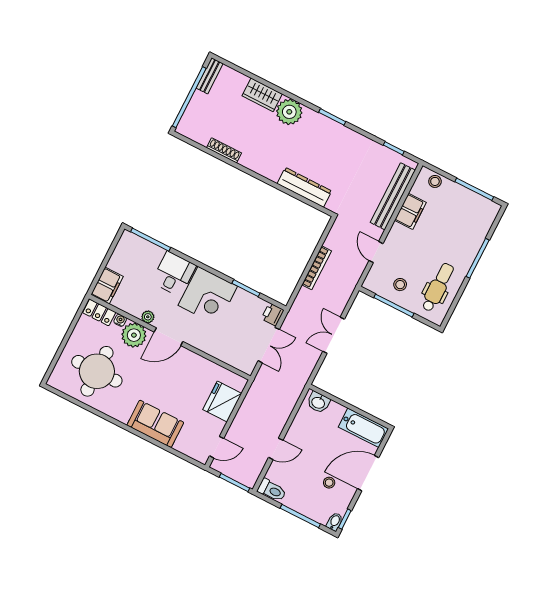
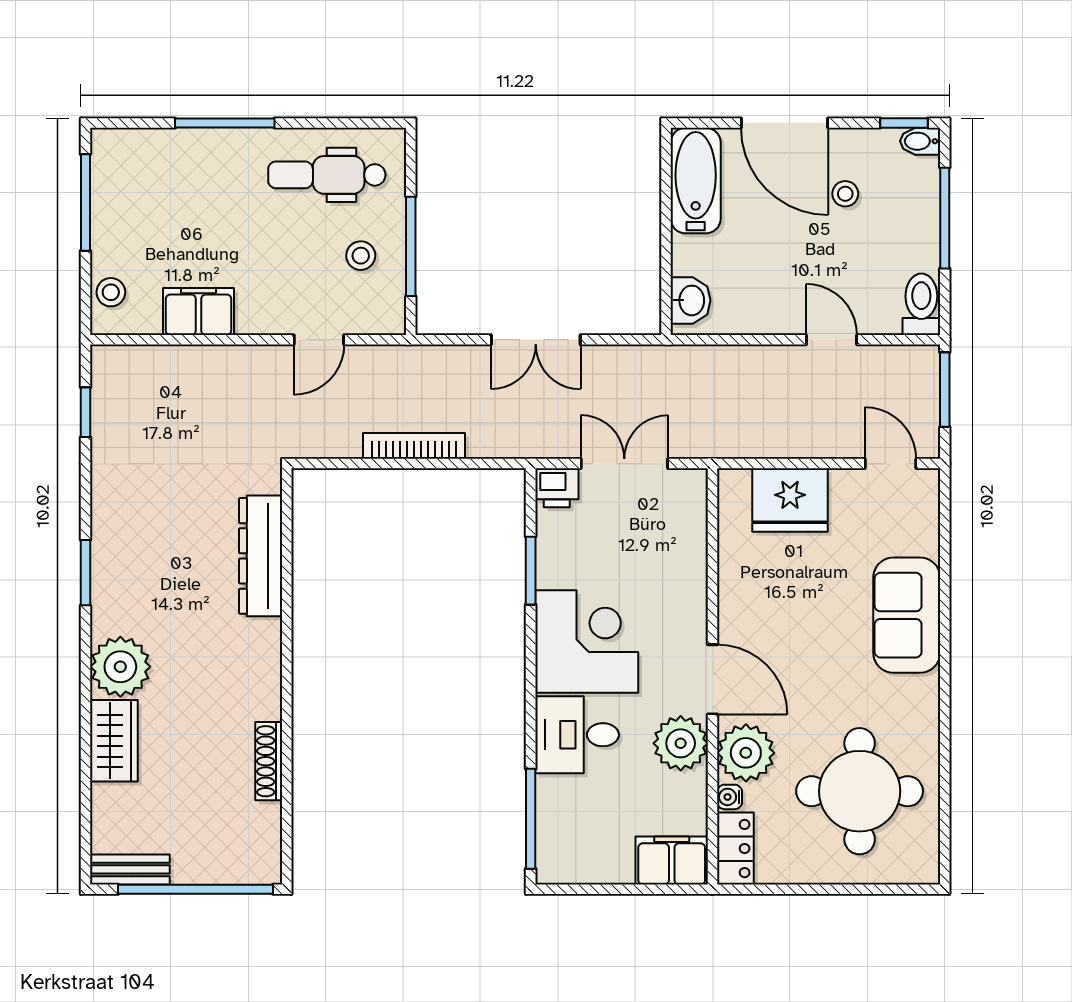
bench: (393, 196) -> (186, 364), removed
plant: (148, 317) -> (681, 743), width x1.87, depth x1.87

